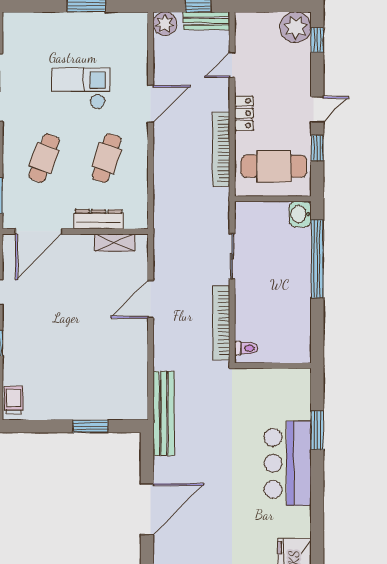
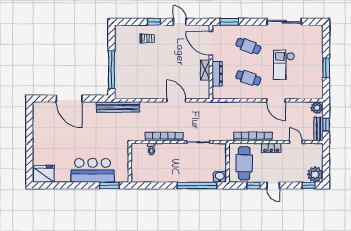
checkout: (81, 88) -> (284, 65), turned 180
shelving: (115, 243) -> (205, 70), moved
wall: (273, 366) -> (130, 163), moved
trolley: (14, 400) -> (147, 38), moved
window: (91, 426) -> (111, 70), width x2.11

